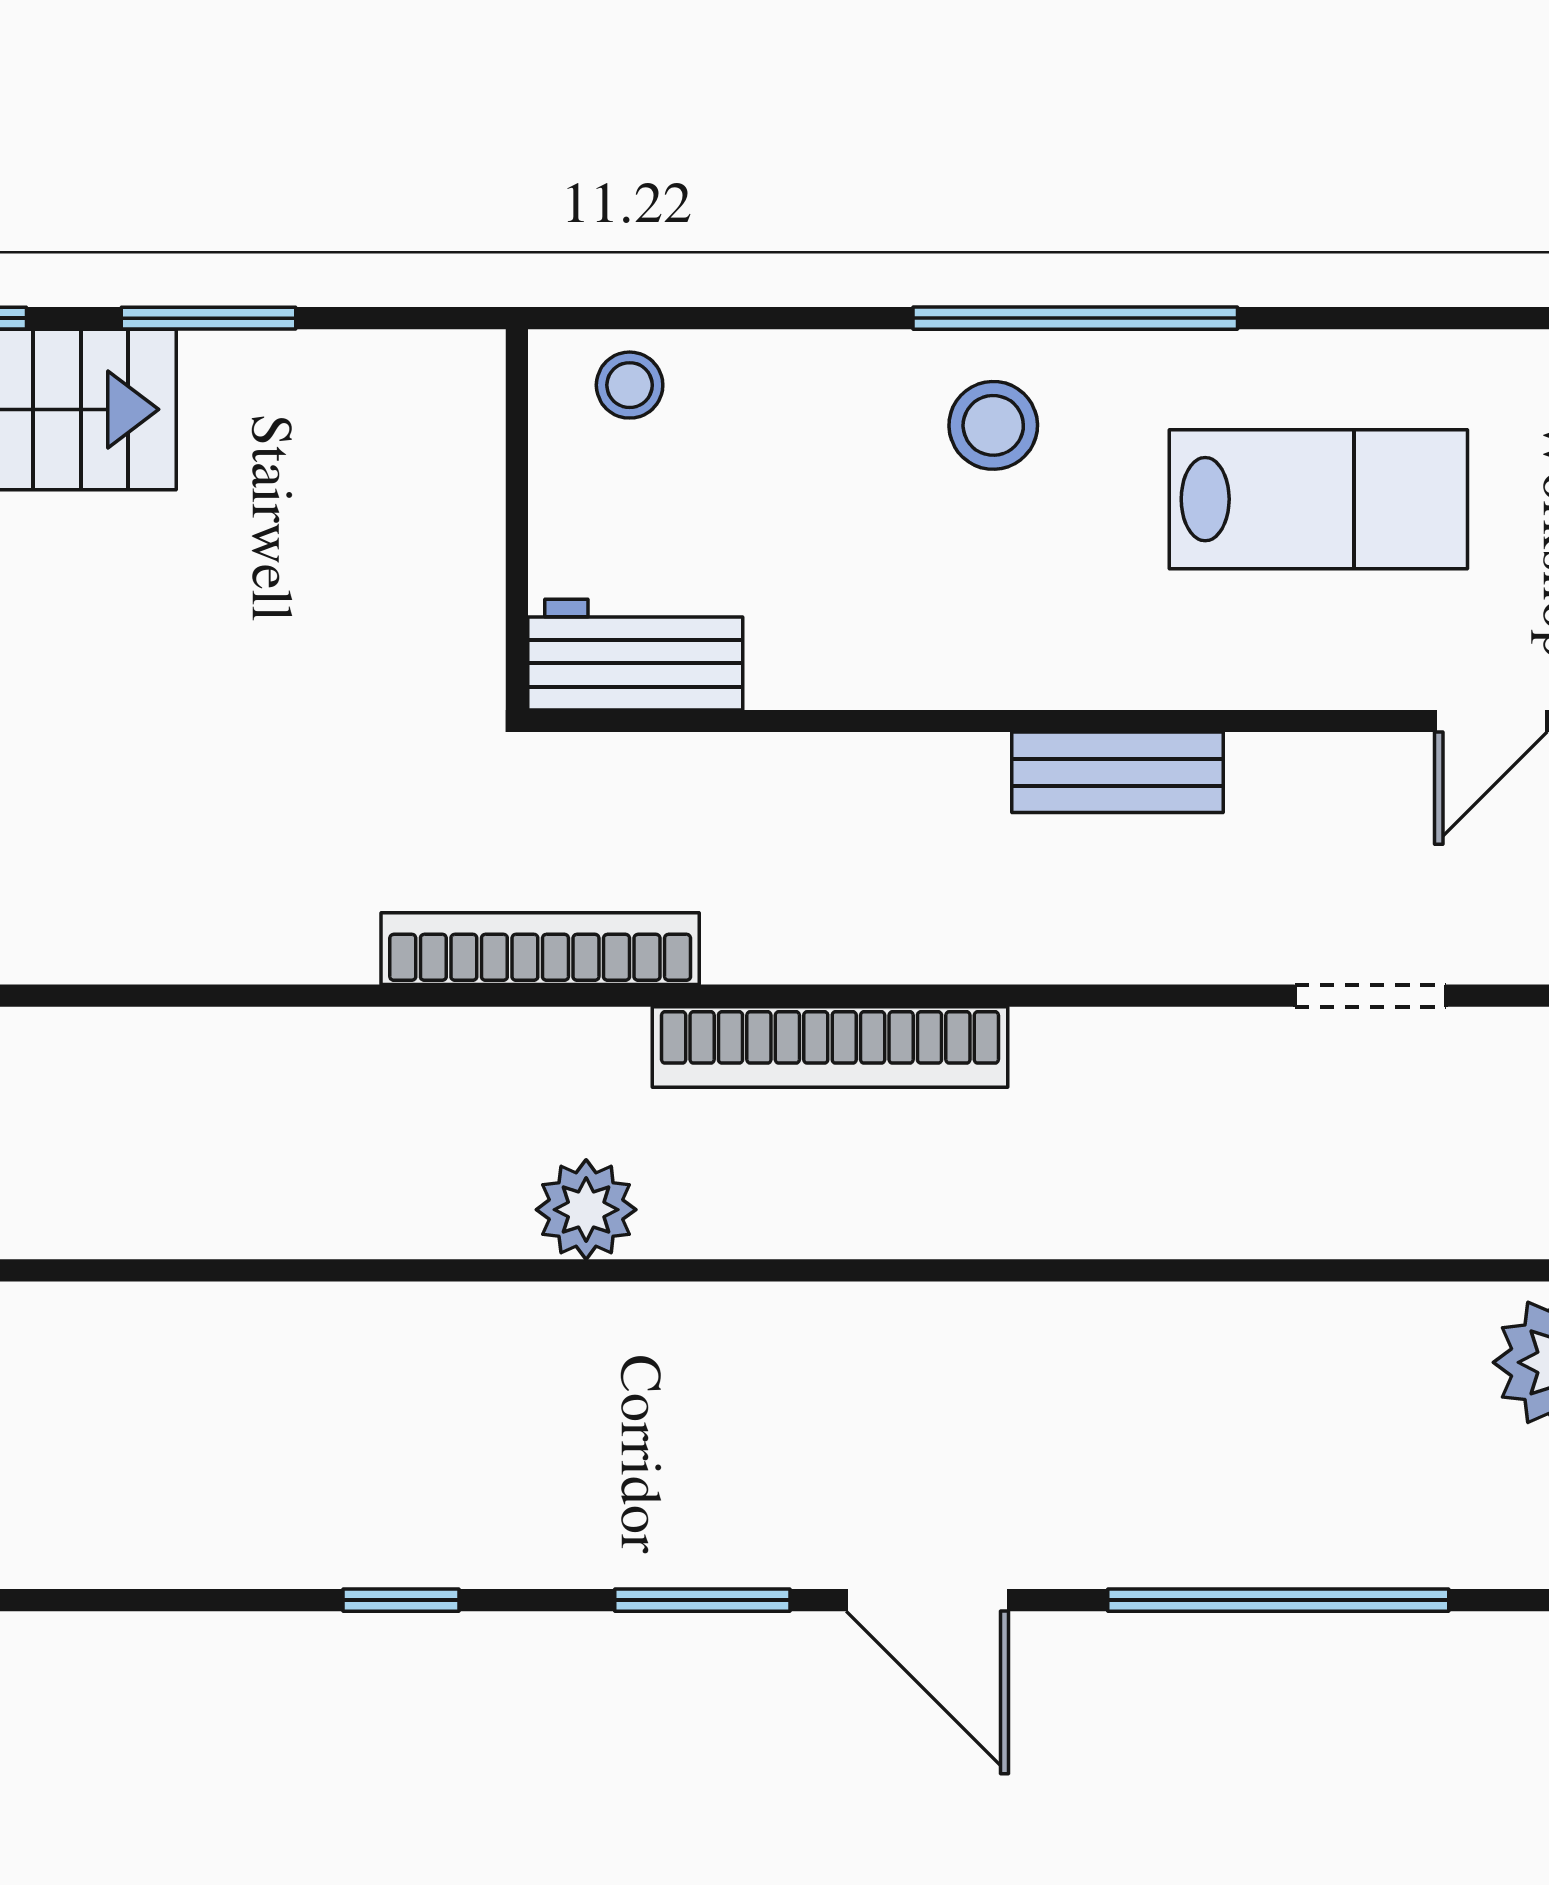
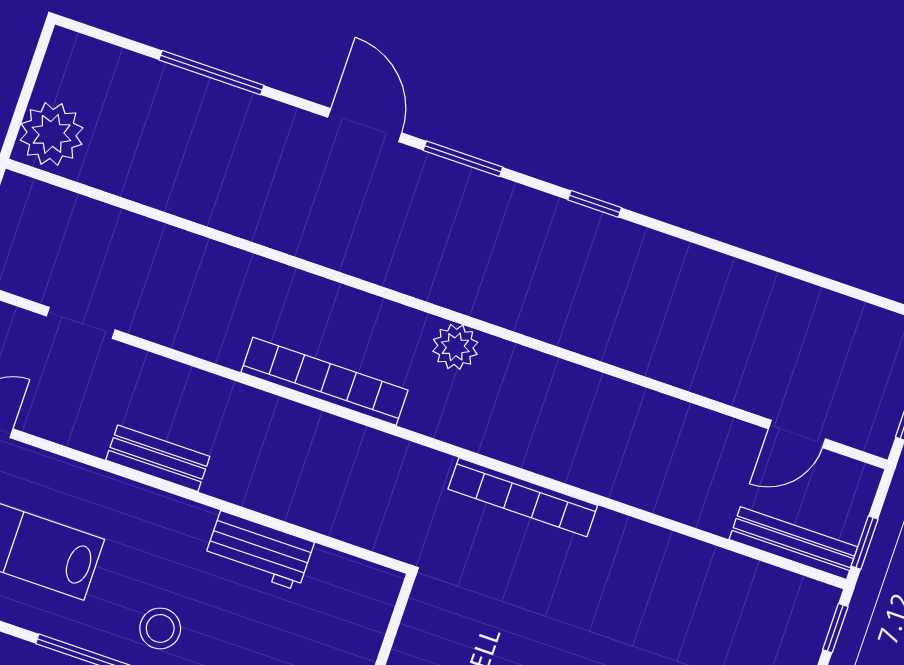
workbench: (635, 655) -> (259, 551), moved
bookcase: (540, 949) -> (523, 497), moved
window: (1278, 1600) -> (211, 73), width x0.68

